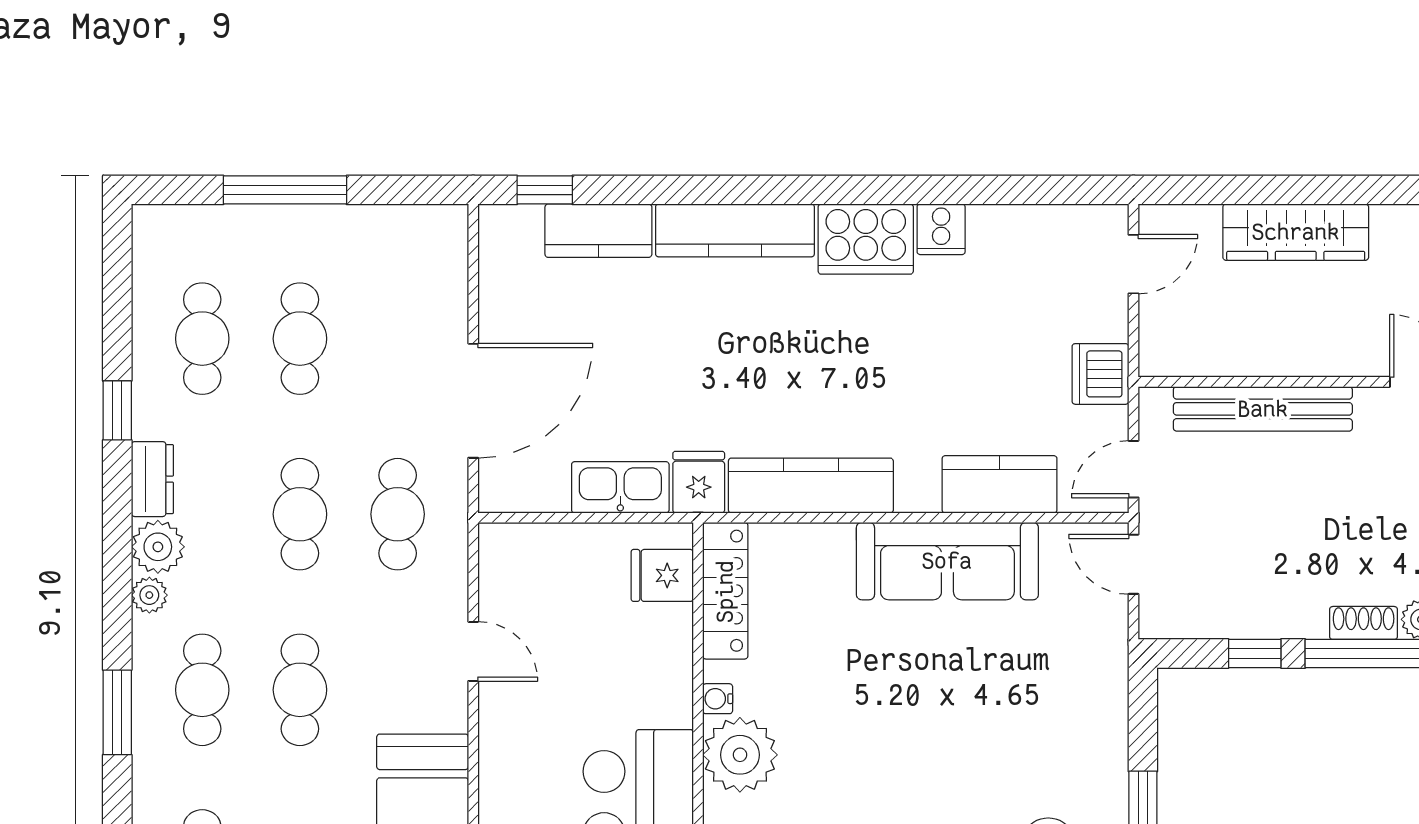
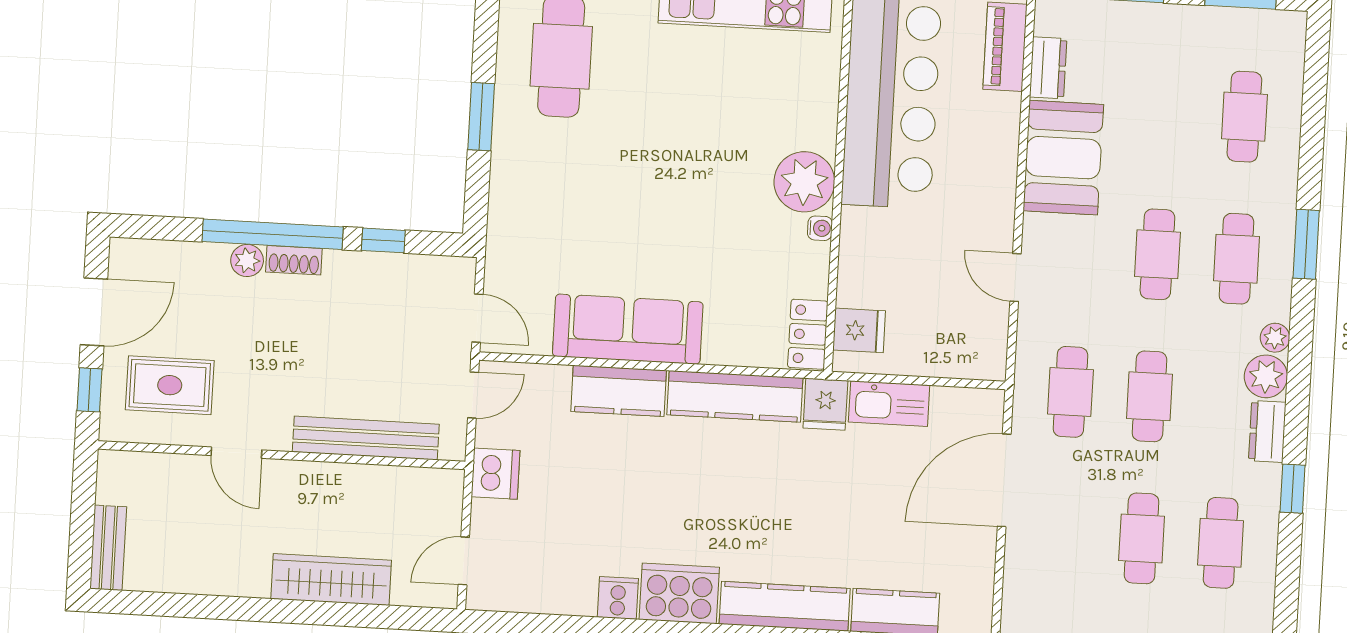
kitchen counter: (1000, 484) -> (619, 391), moved
locker: (725, 591) -> (808, 334), width x0.66

